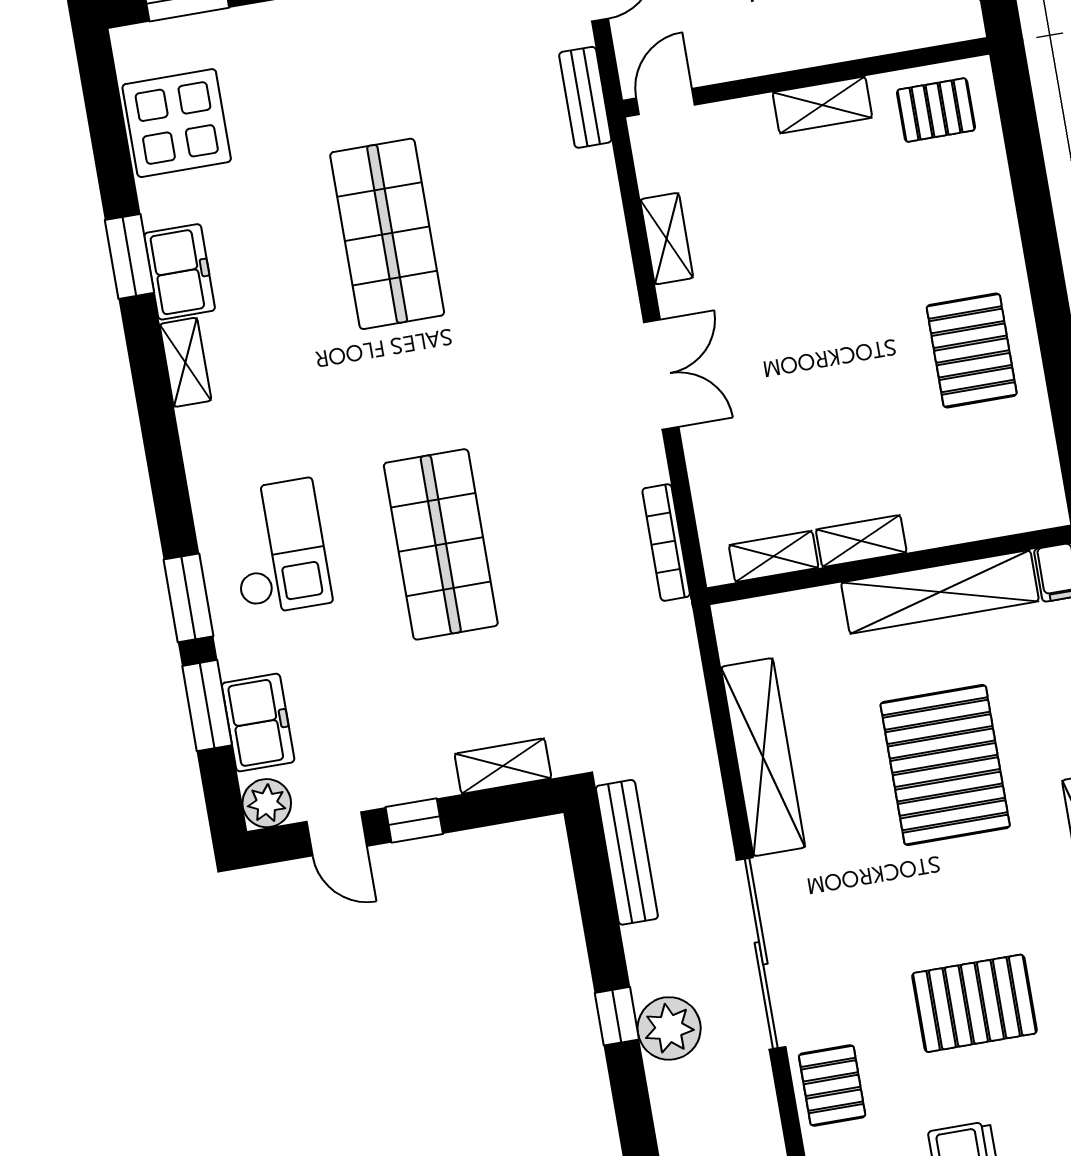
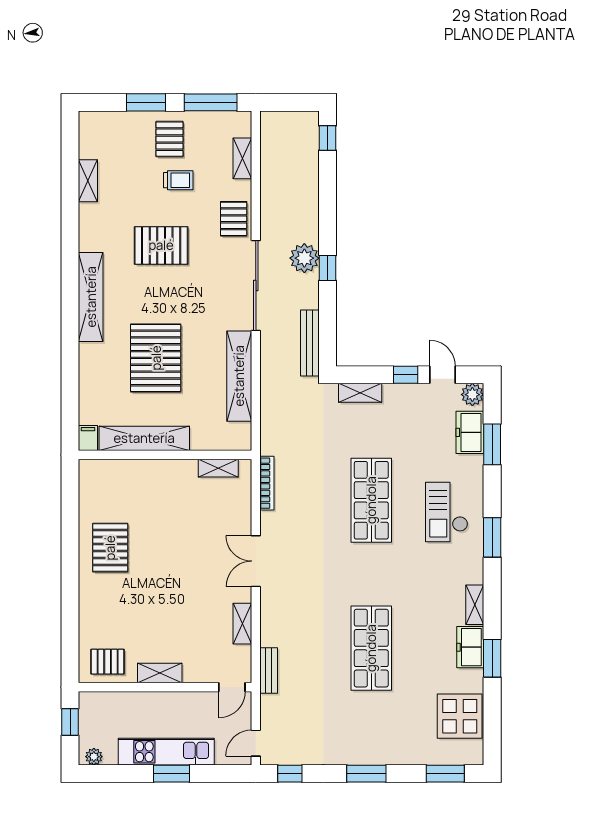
bench: (585, 97) -> (269, 670), moved
shelving: (861, 541) -> (177, 468), removed
window: (188, 598) -> (492, 537), moved

